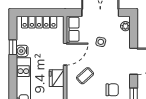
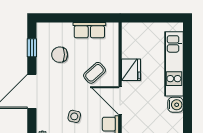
window: (13, 47) -> (187, 109), removed
door: (65, 54) -> (120, 101), hinge flipped

